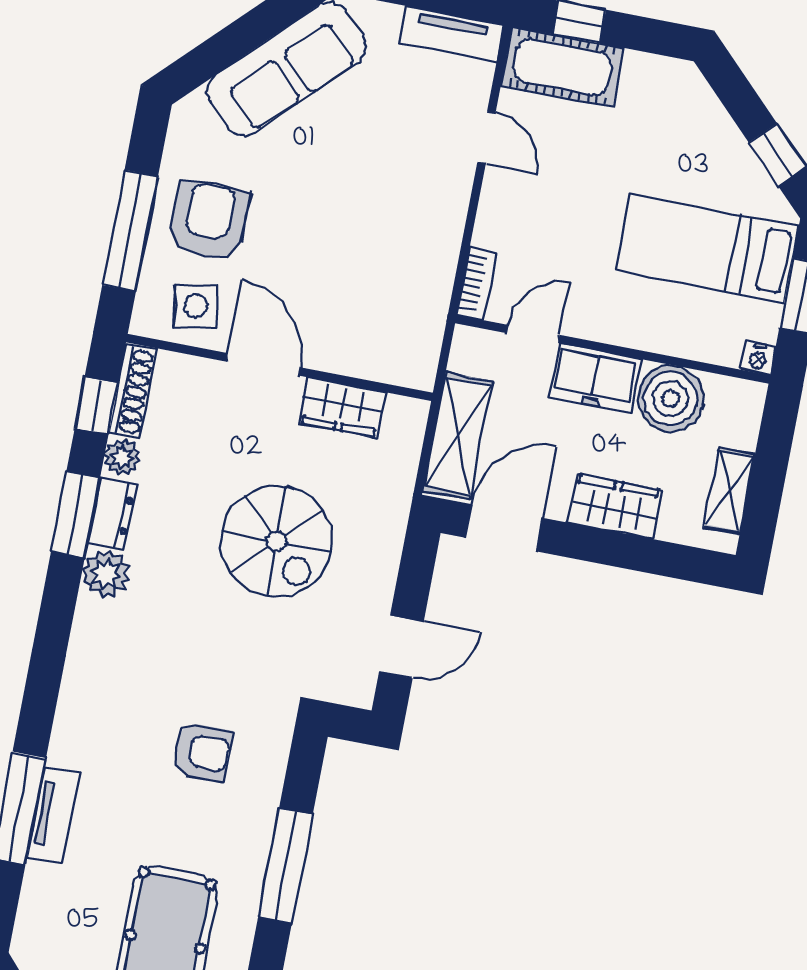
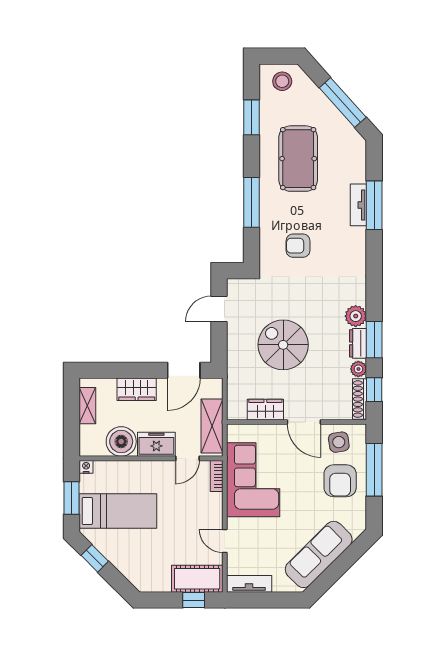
corner sofa: (399, 260) -> (253, 480), added
shelving: (458, 436) -> (212, 426), moved

